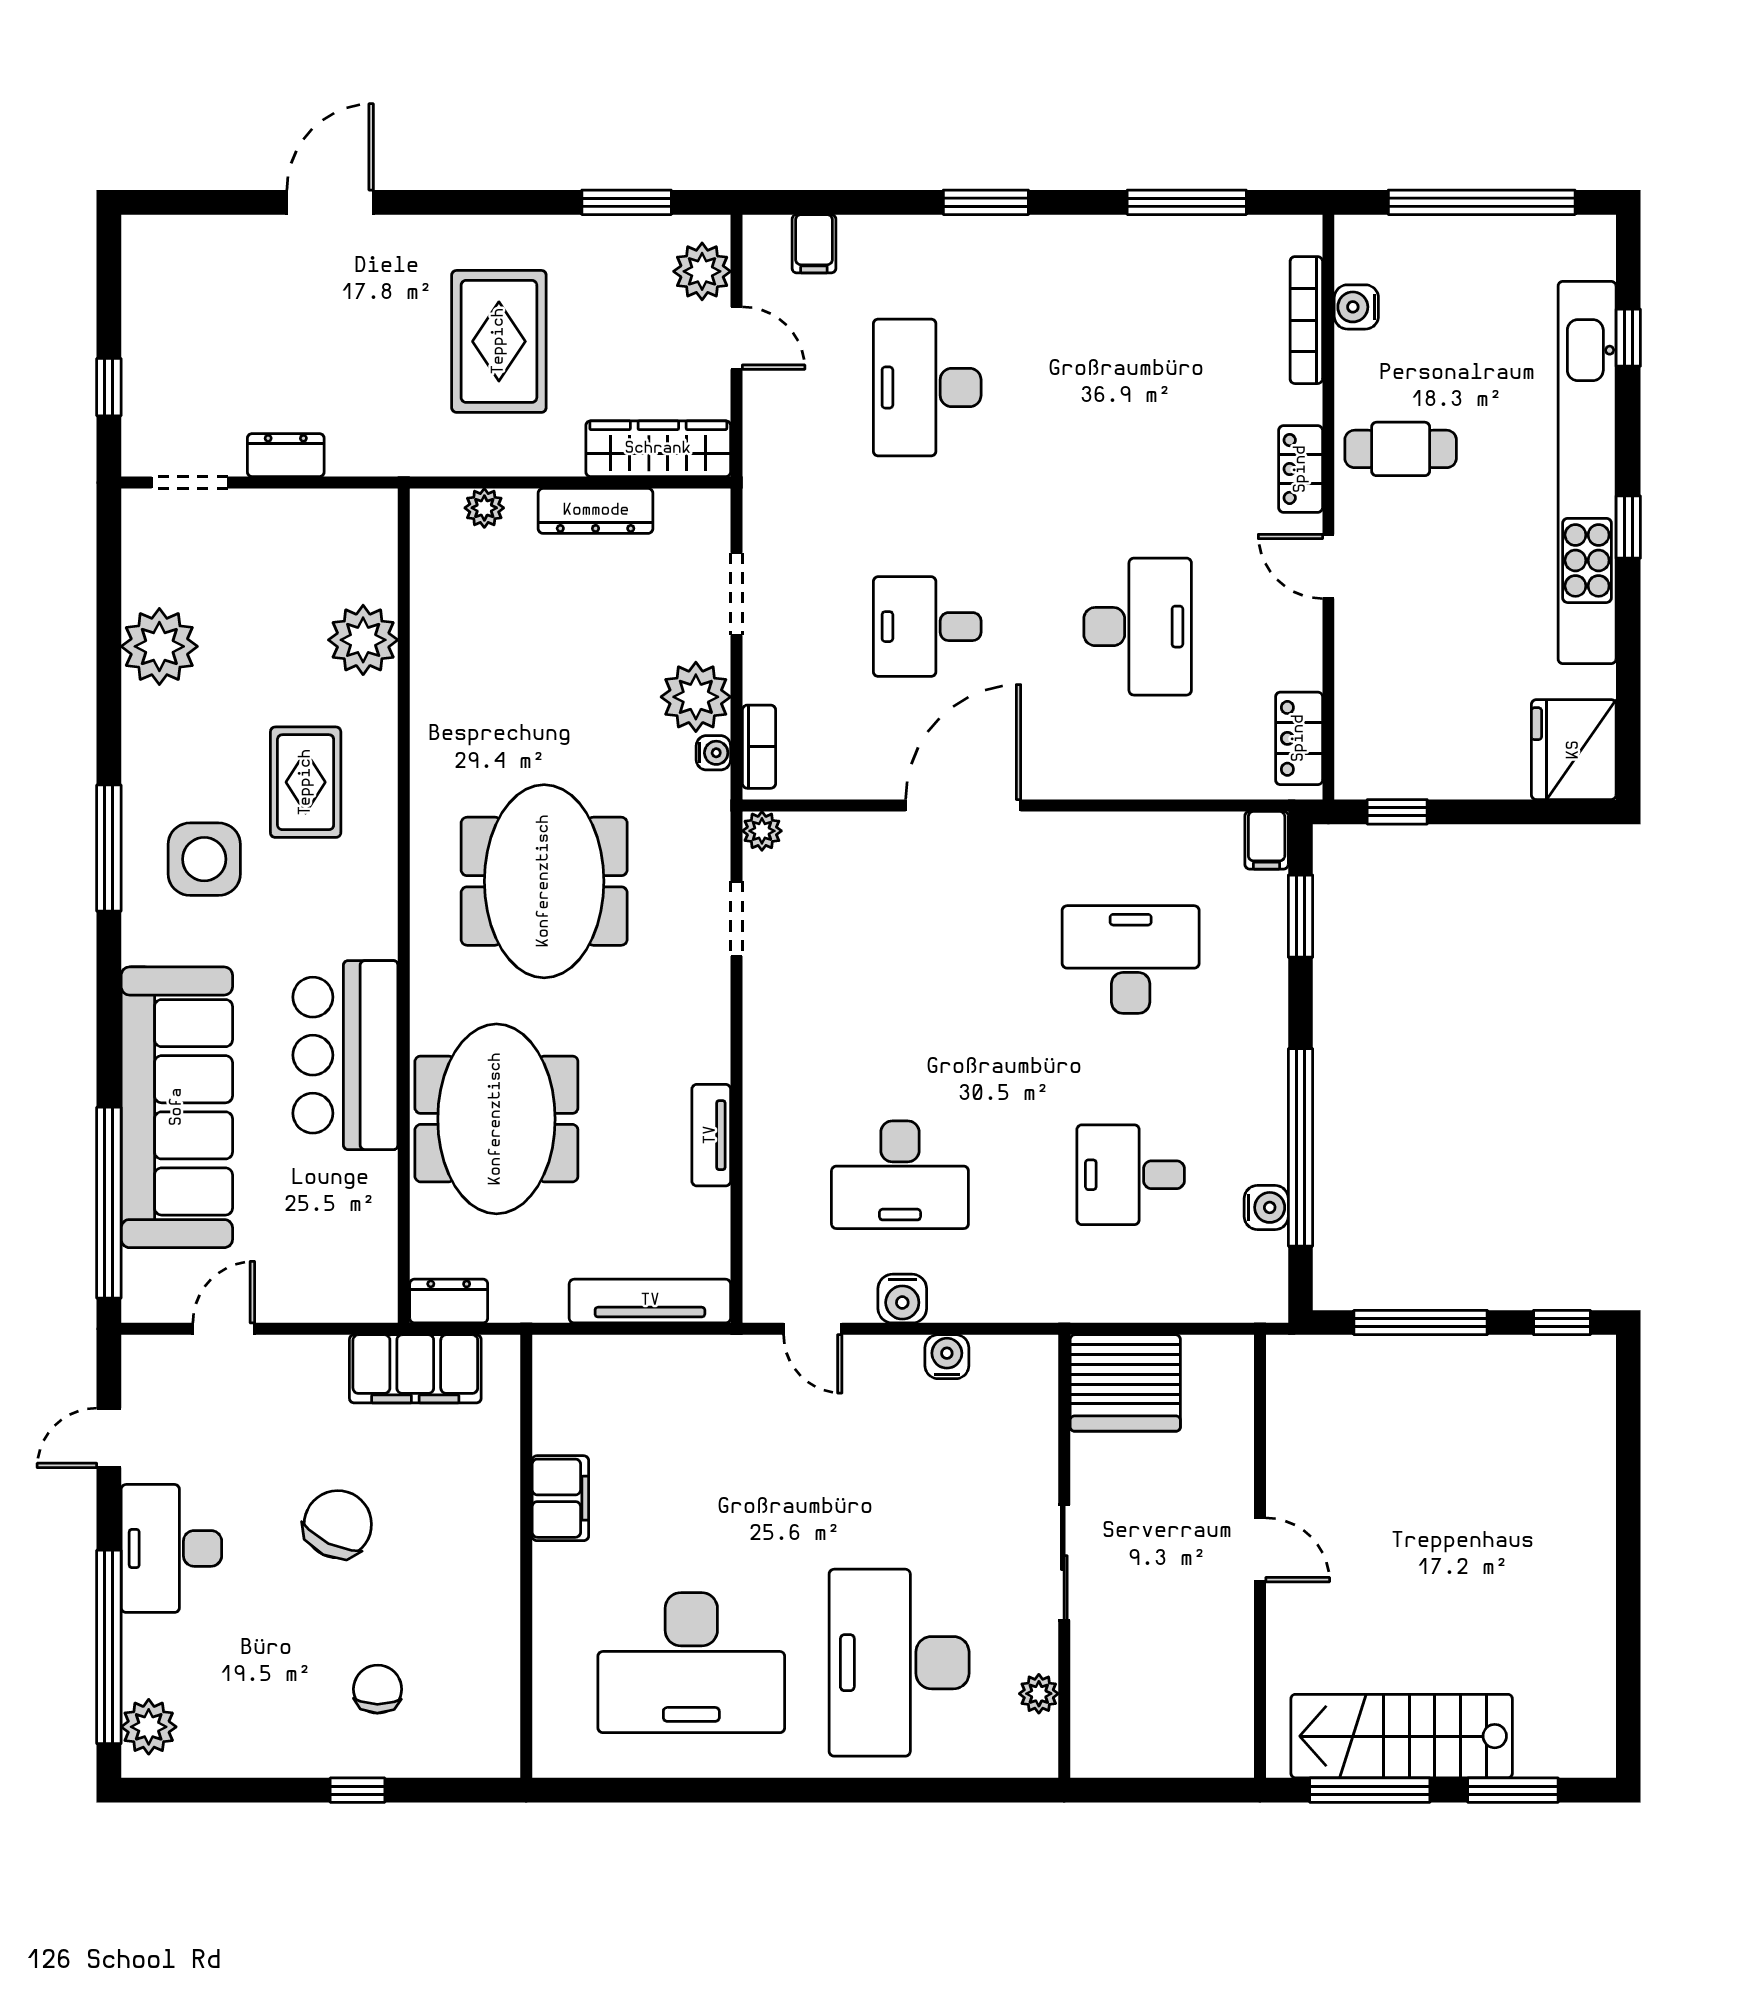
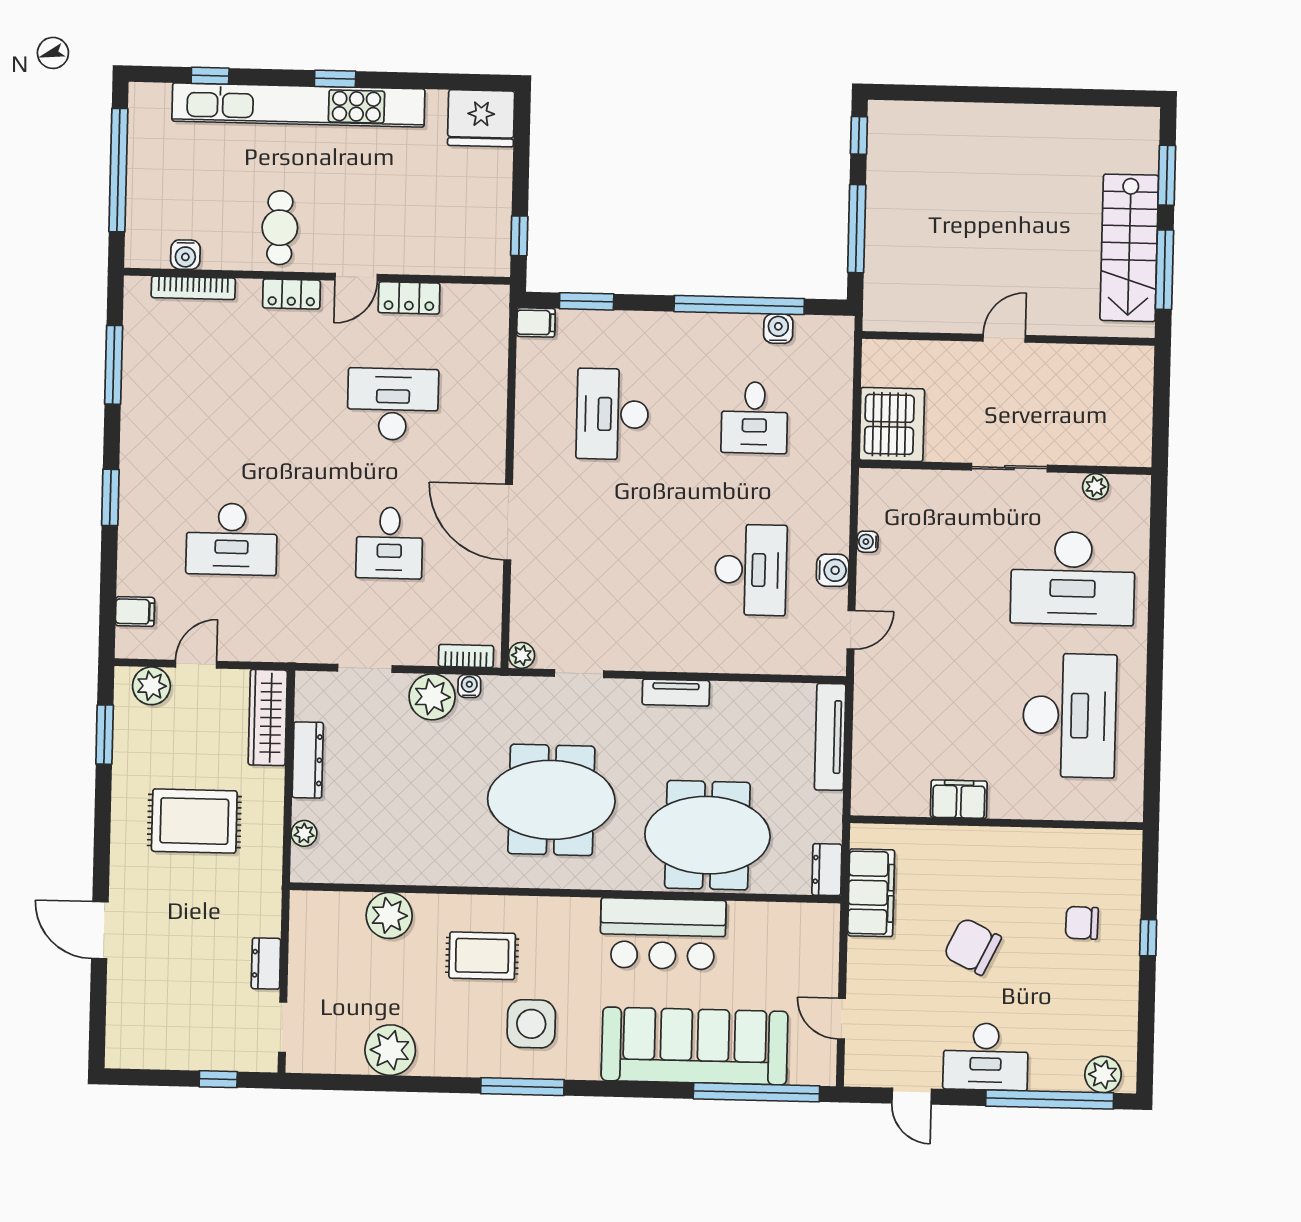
locker: (1299, 738) -> (409, 298), moved
tv unit: (711, 1135) -> (676, 693), moved
water cooler: (947, 1357) -> (868, 542), width x0.72, depth x0.72

